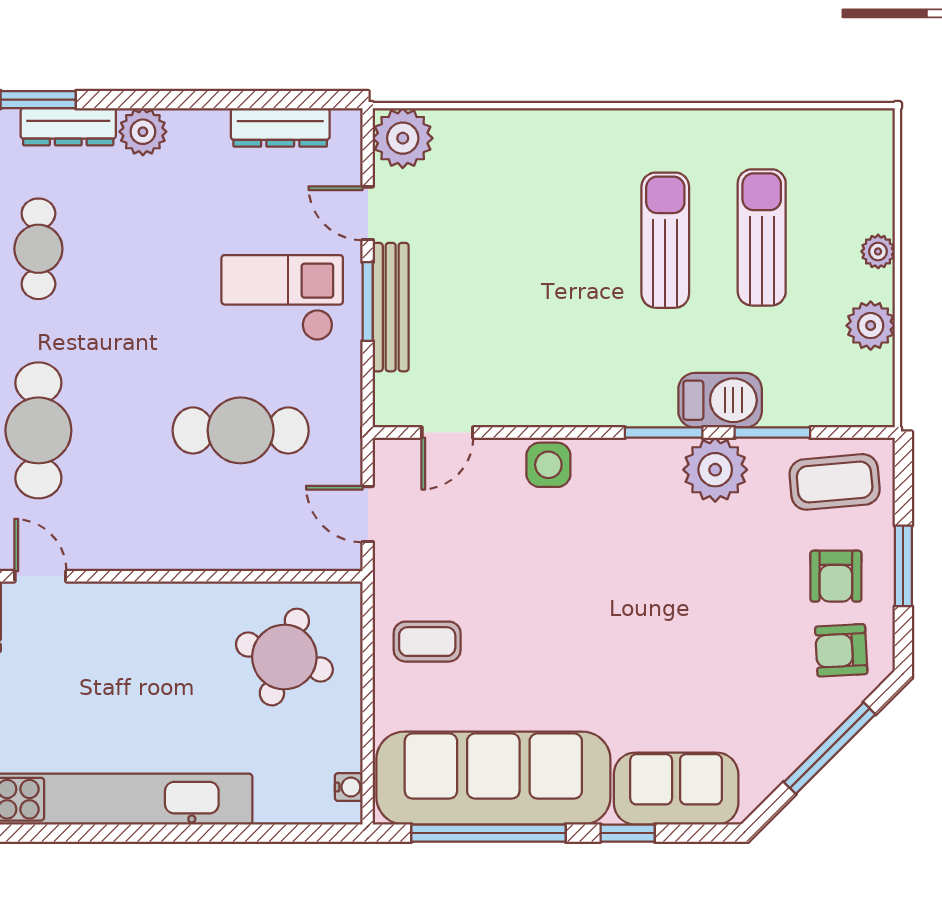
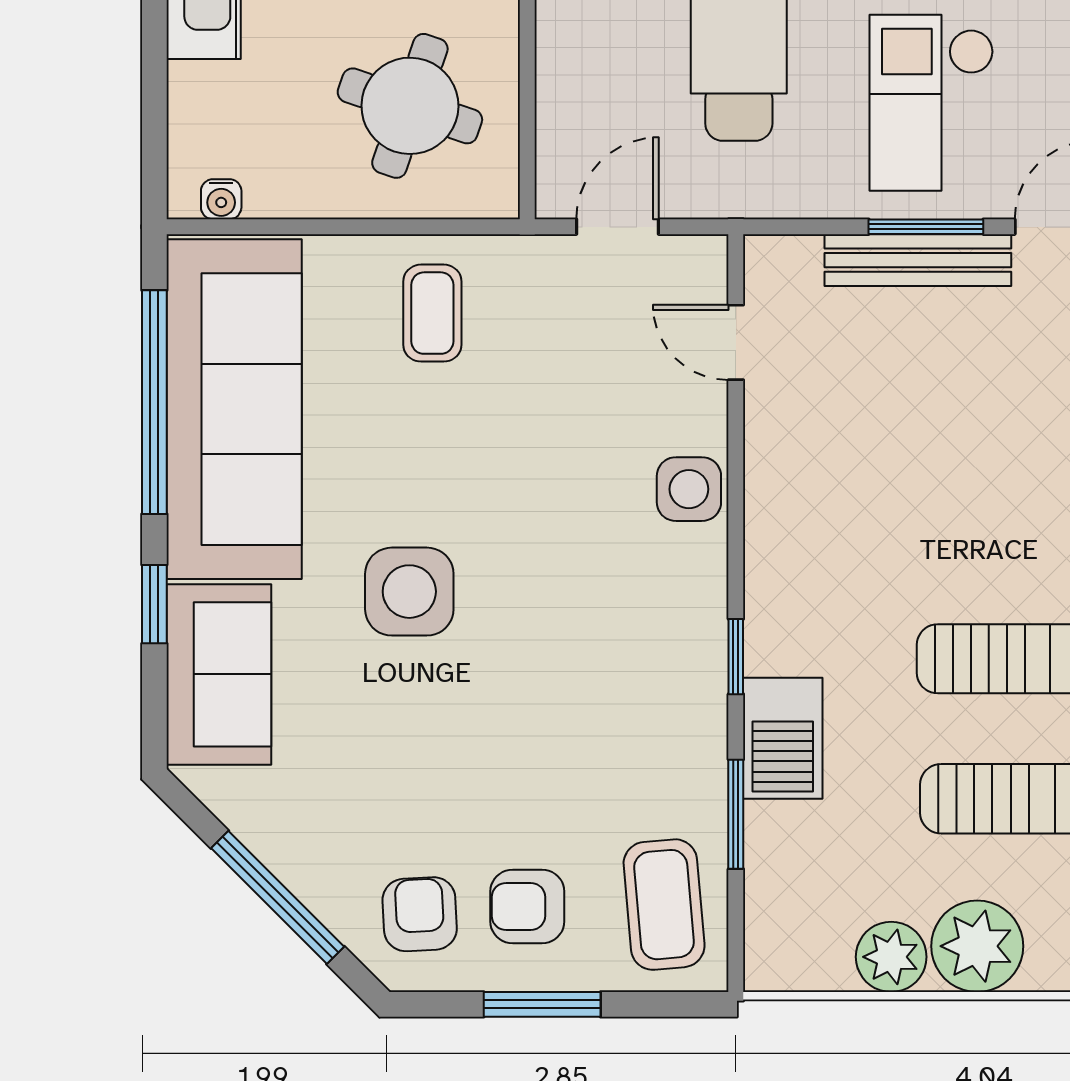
plant: (878, 251) -> (977, 946), width x1.87, depth x1.87
checkout: (282, 298) -> (932, 103), turned 180
window: (664, 433) -> (736, 657), width x0.67
plant: (715, 470) -> (682, 731), removed
side table: (619, 657) -> (409, 592), added

